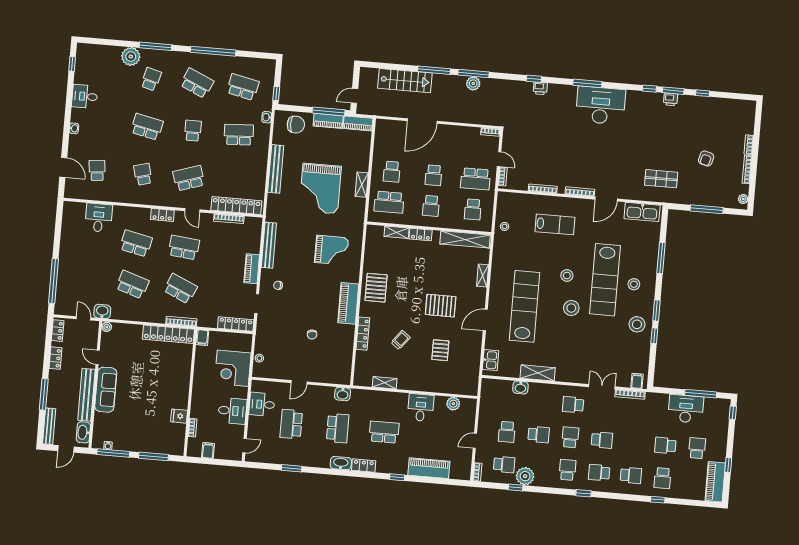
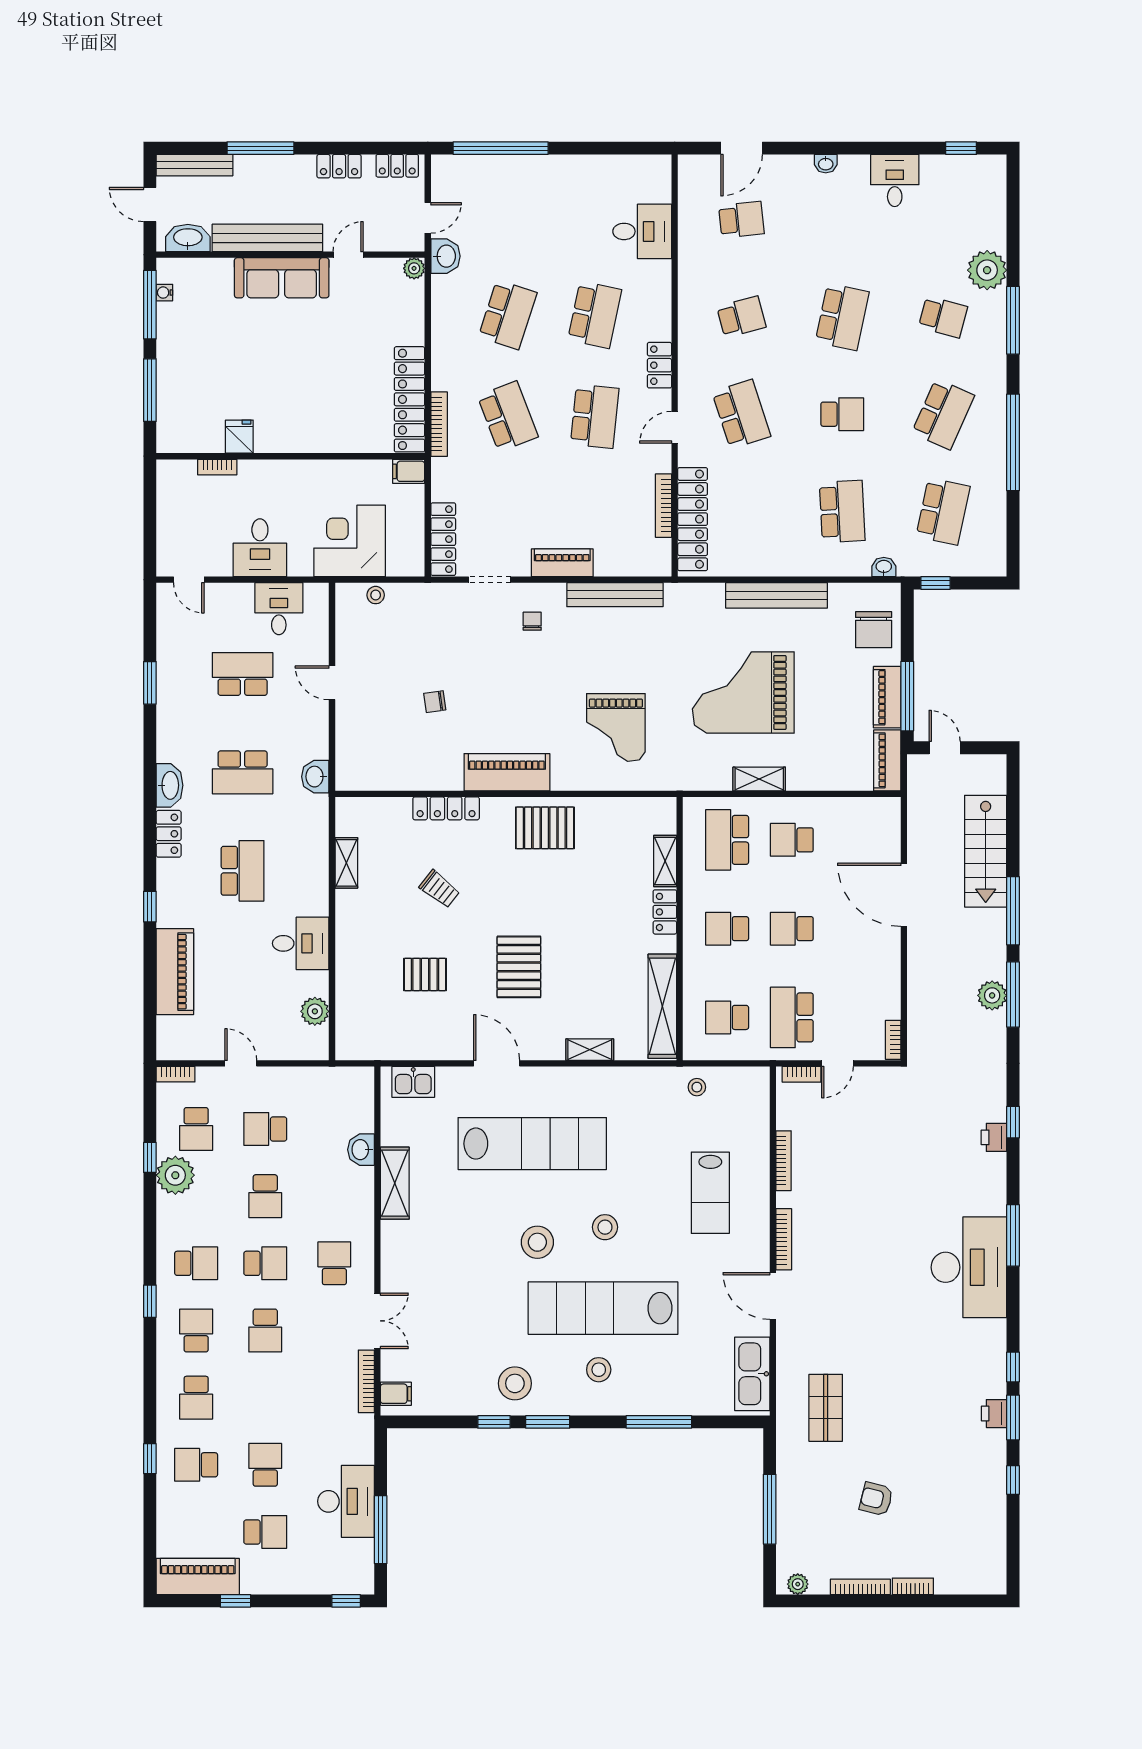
school desk: (180, 289) -> (508, 416), turned -45
filing cabinet: (208, 450) -> (172, 504), removed

